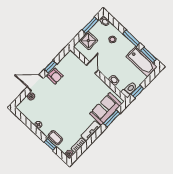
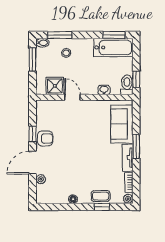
window: (131, 38) -> (60, 35), moved
shower: (88, 41) -> (55, 86), moved
window: (112, 118) -> (136, 146), moved

